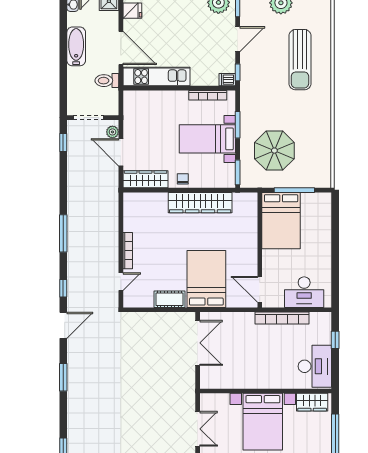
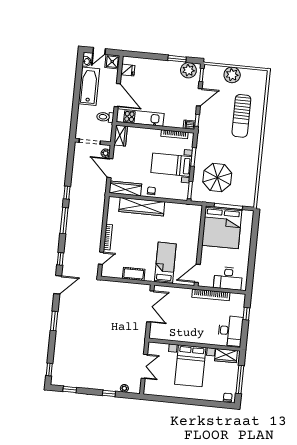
bathtub: (76, 46) -> (89, 86), width x1.36, depth x1.36
wardrobe: (131, 105) -> (121, 136), added
window: (63, 143) -> (67, 193), moved
wardrobe: (200, 203) -> (142, 207), moved
bed: (281, 221) -> (222, 227), width x1.36
bed: (206, 279) -> (165, 263), width x0.67
door: (260, 289) -> (197, 273), hinge flipped

